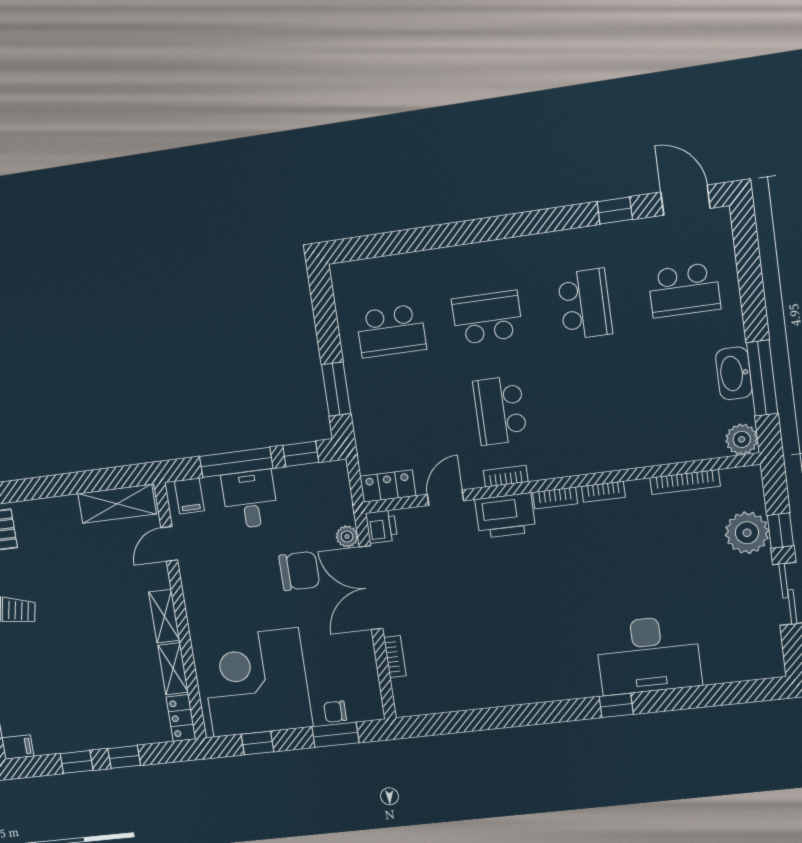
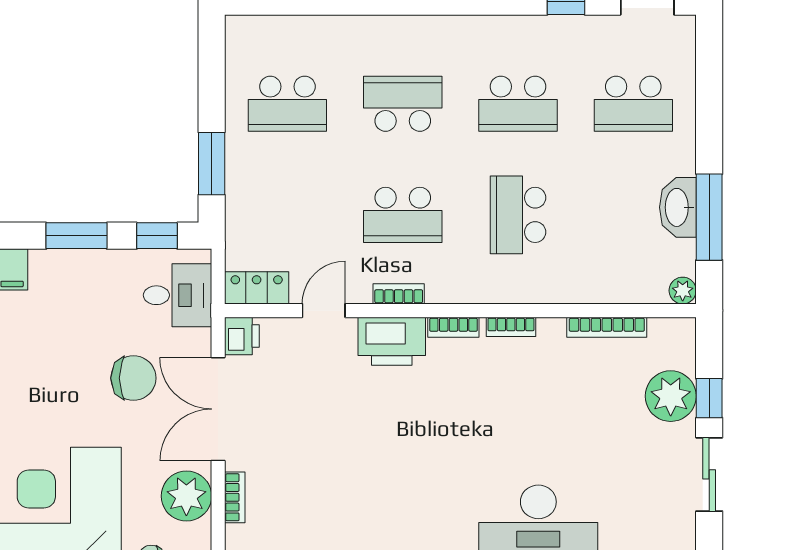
school desk: (585, 304) -> (518, 104), turned 90
school desk: (597, 398) -> (518, 215), added
school desk: (500, 410) -> (403, 215), turned -90
plant: (742, 439) -> (683, 291), width x0.73, depth x0.73
window: (236, 462) -> (76, 236), width x0.69
desk: (250, 499) -> (177, 295), moved, turned 90
plant: (347, 536) -> (186, 496), moved, width x1.88, depth x1.88

